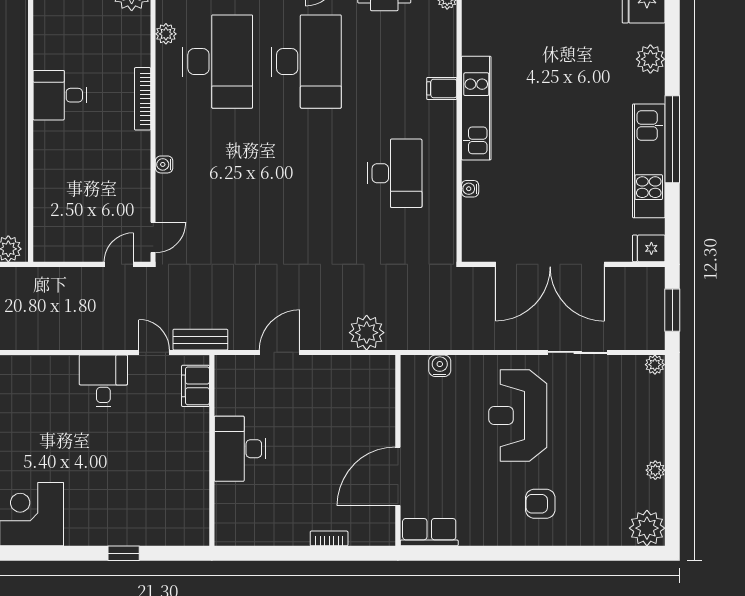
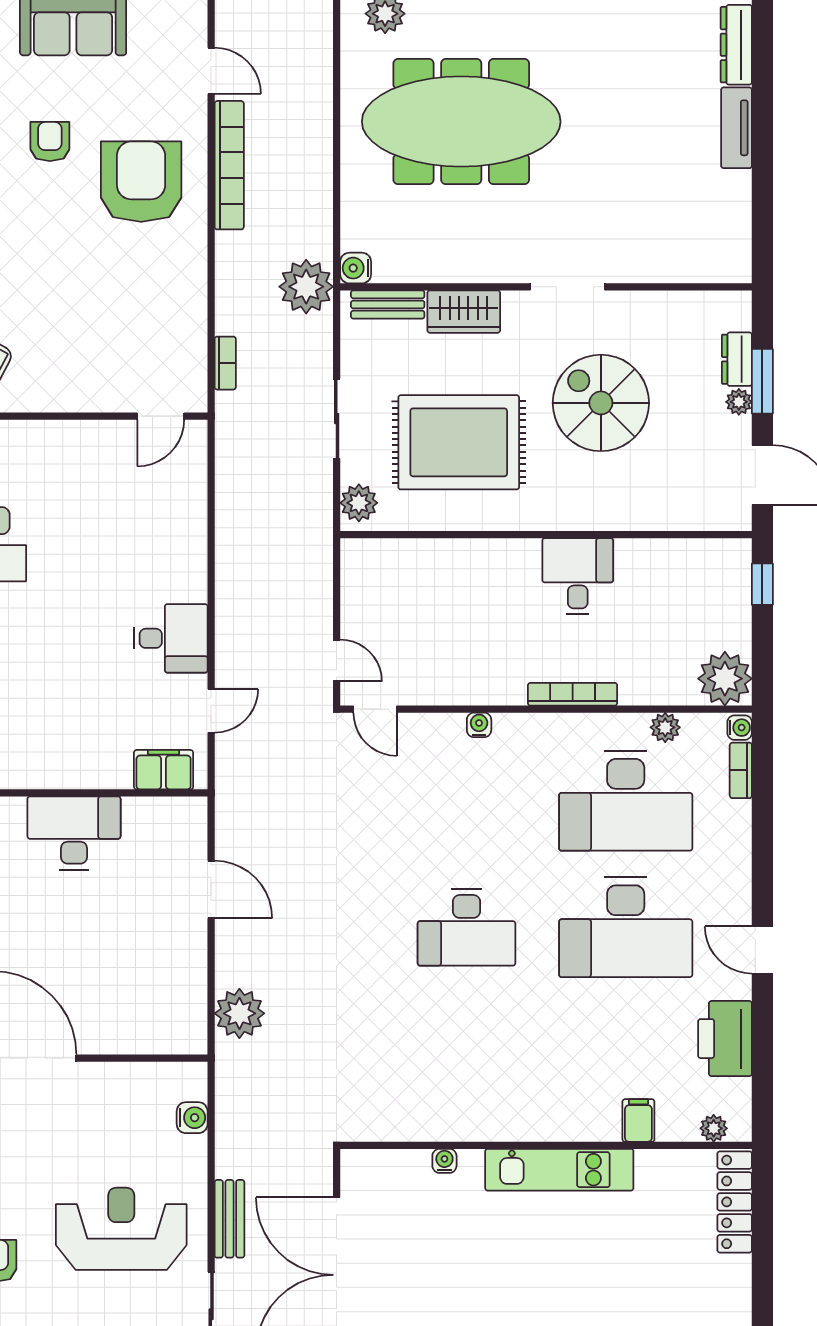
filing cabinet: (442, 88) -> (638, 1120), moved
desk: (395, 173) -> (466, 927), moved
bench: (200, 340) -> (229, 1219), moved

